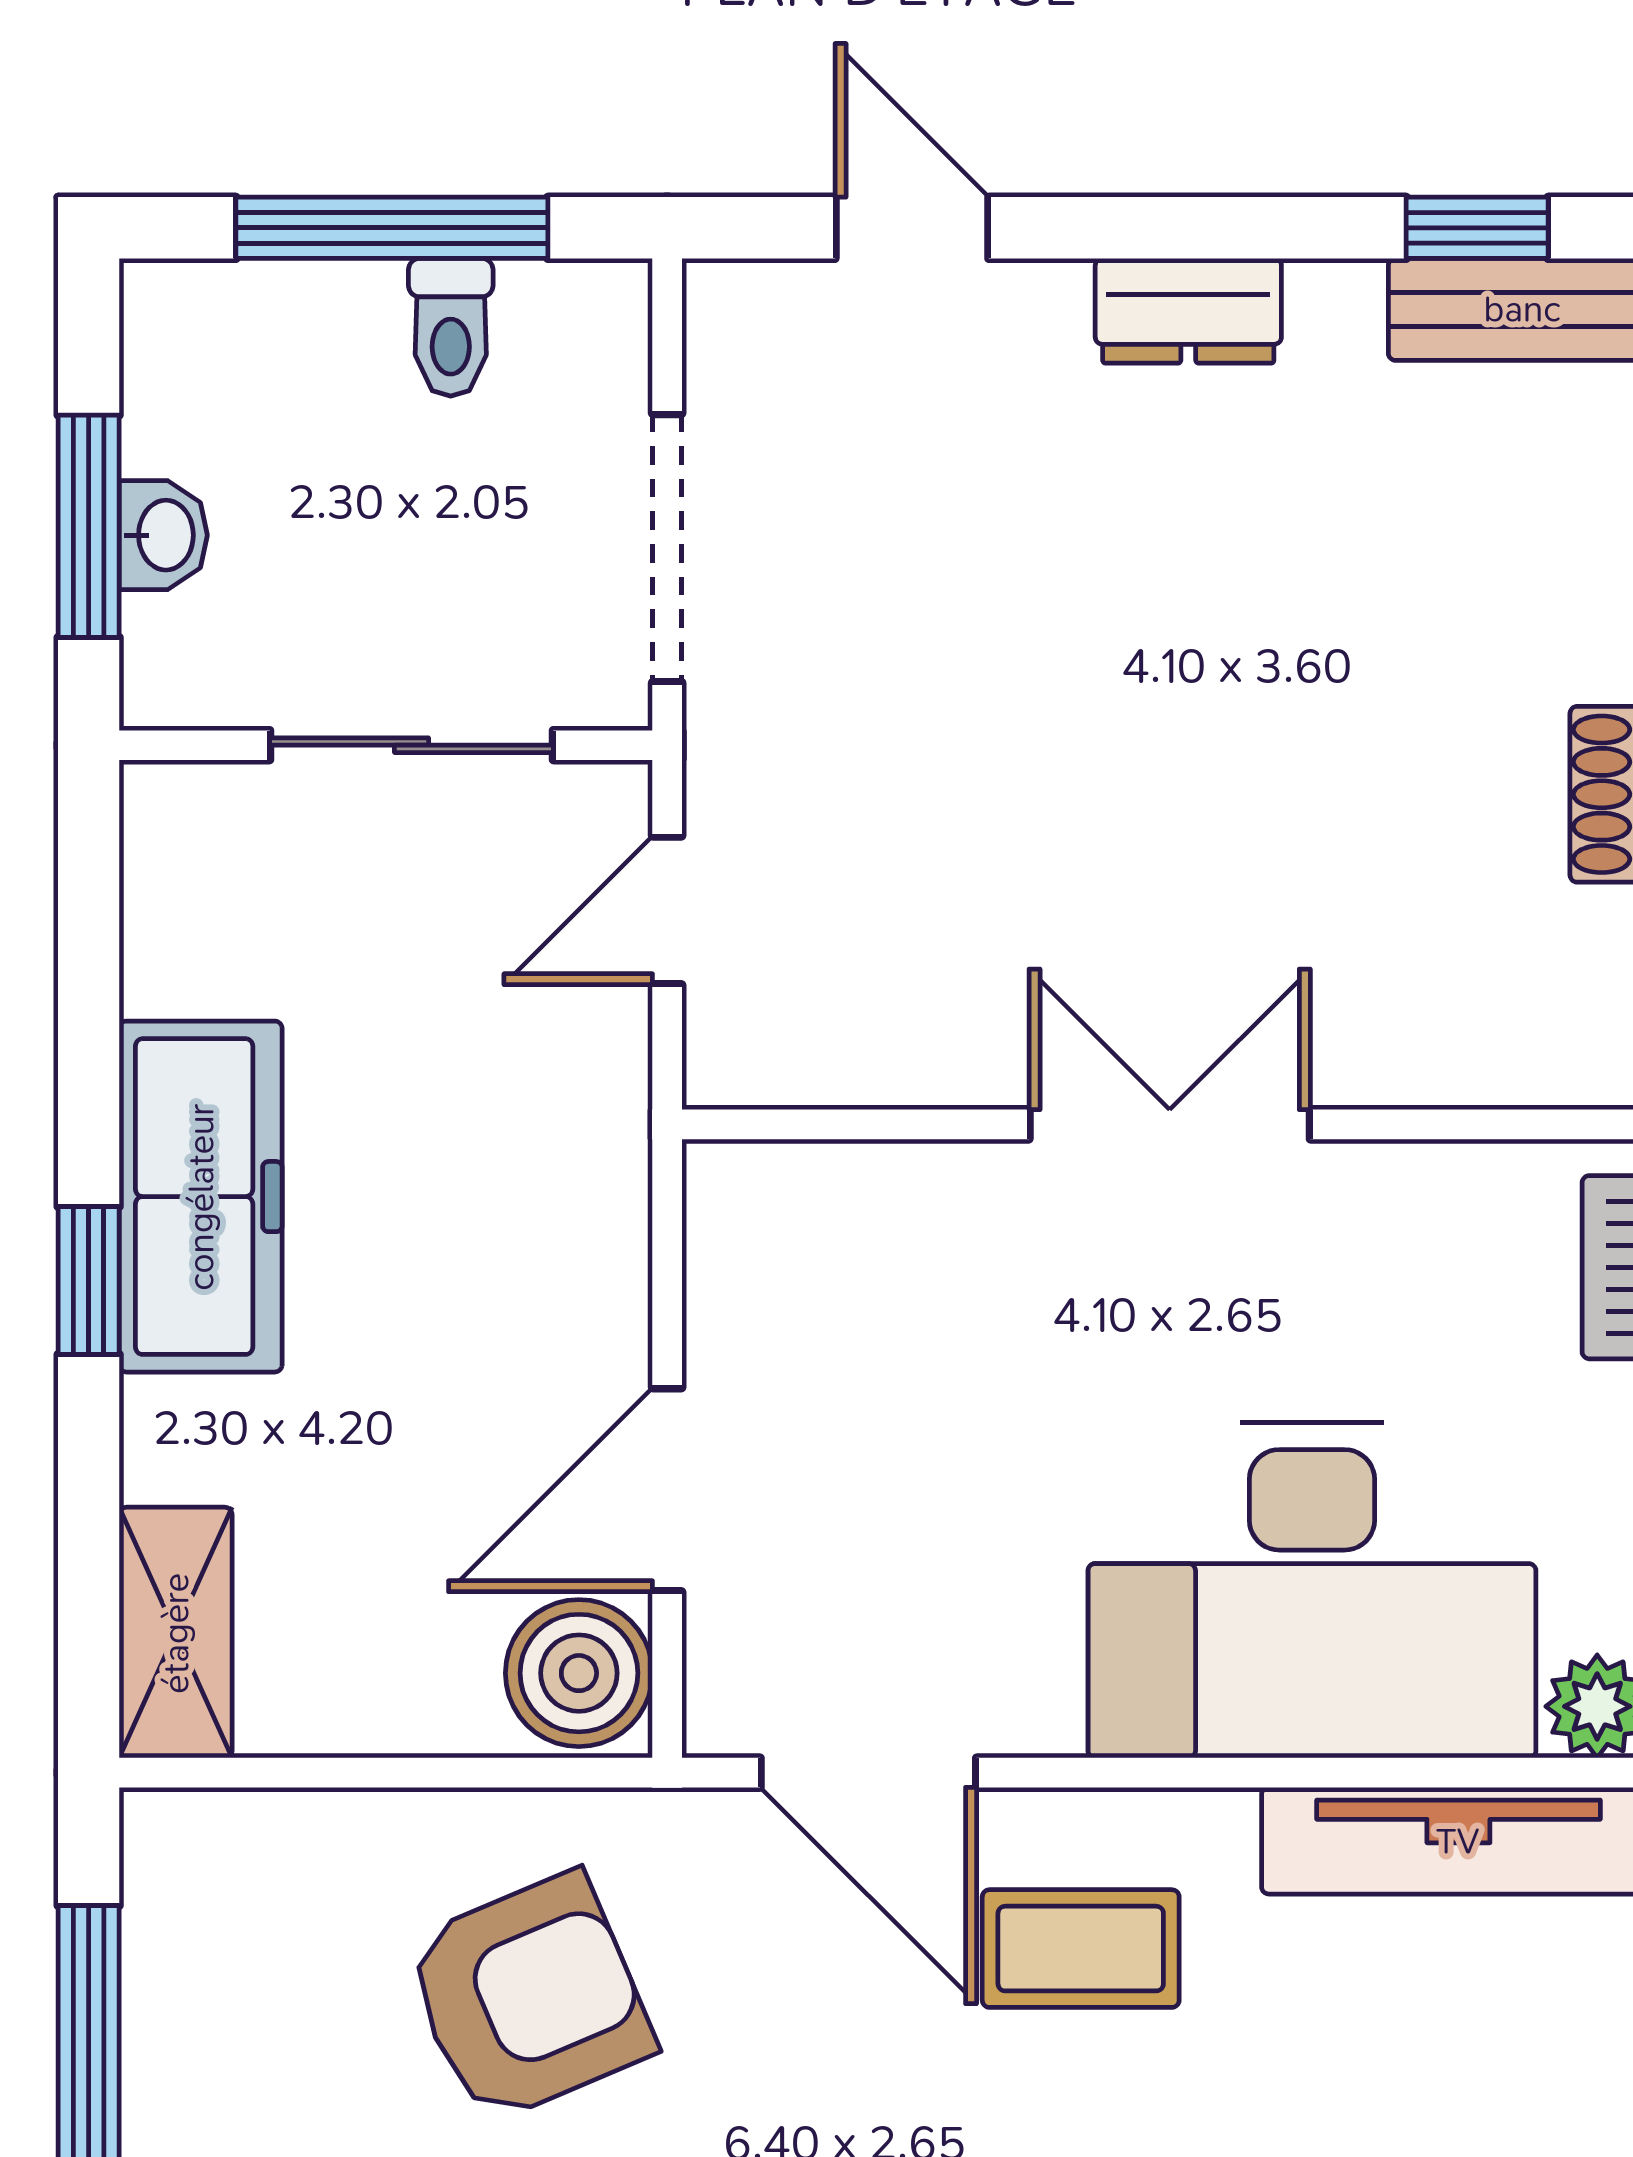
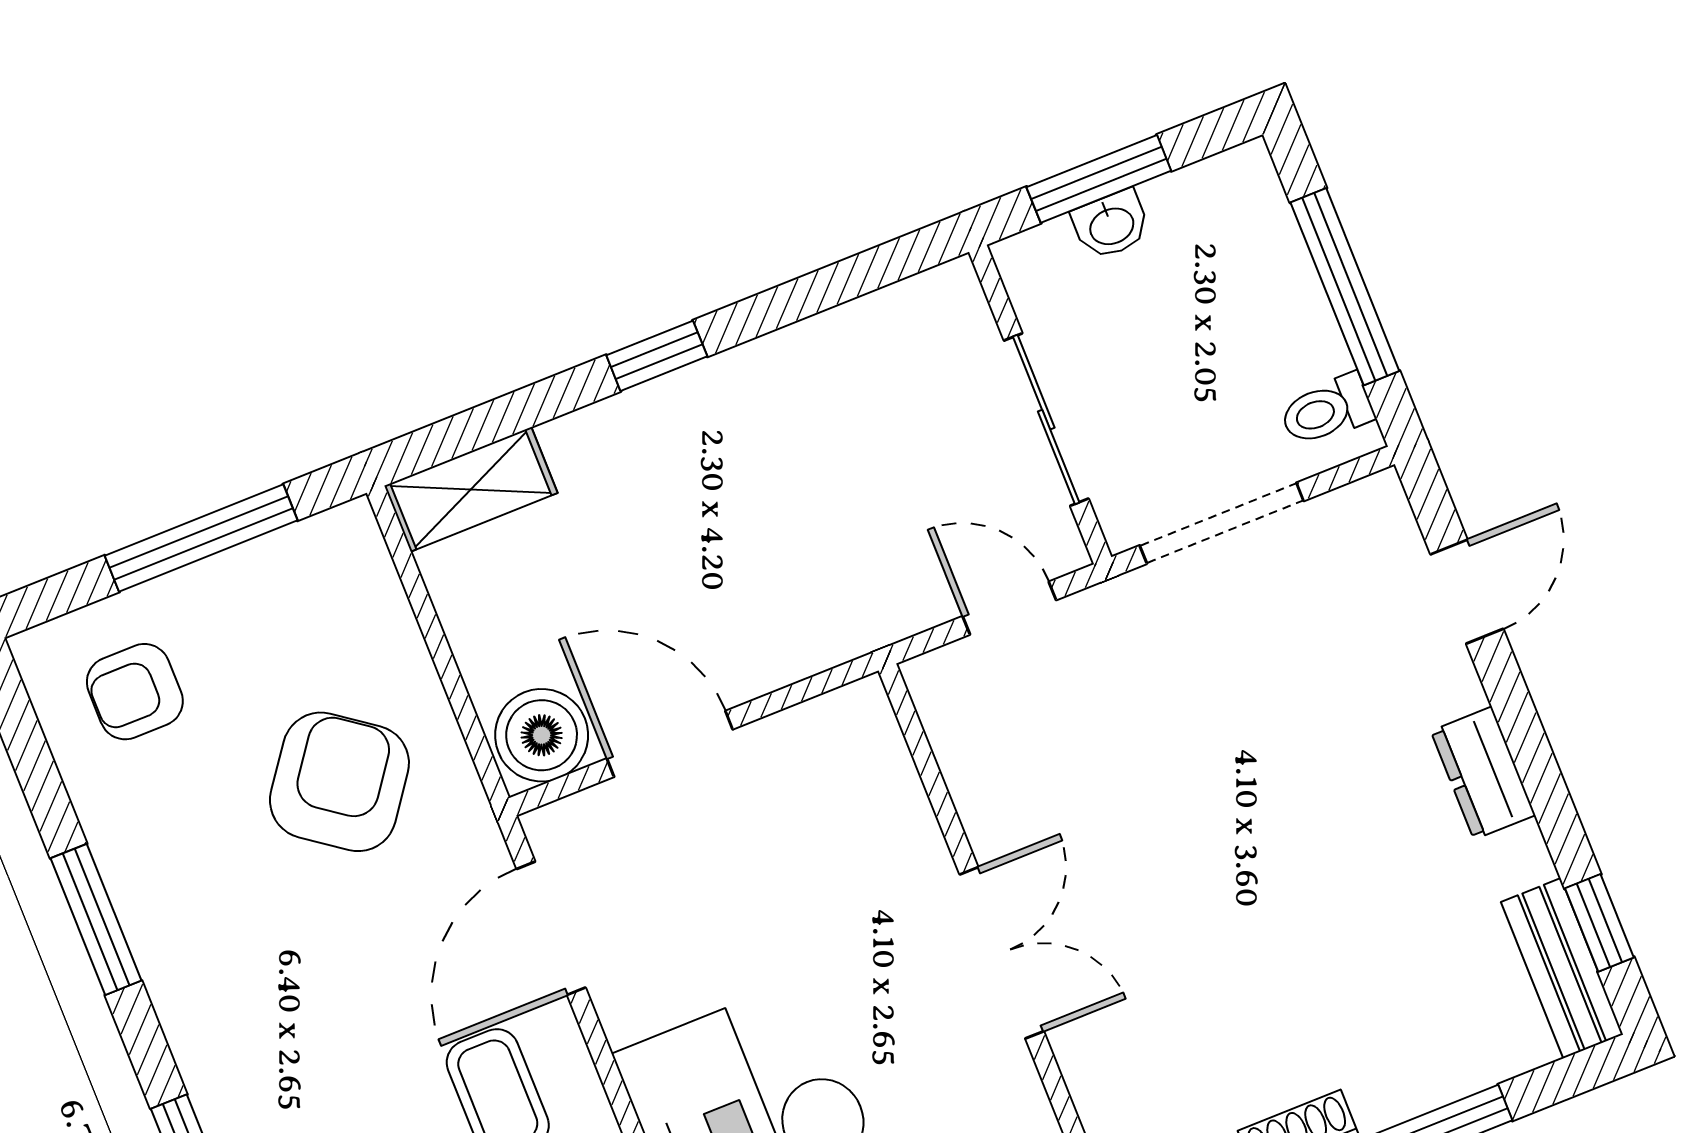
toilet: (451, 327) -> (1327, 410), moved
freezer: (201, 1197) -> (732, 402), removed
armchair: (529, 1998) -> (339, 782), turned -121

